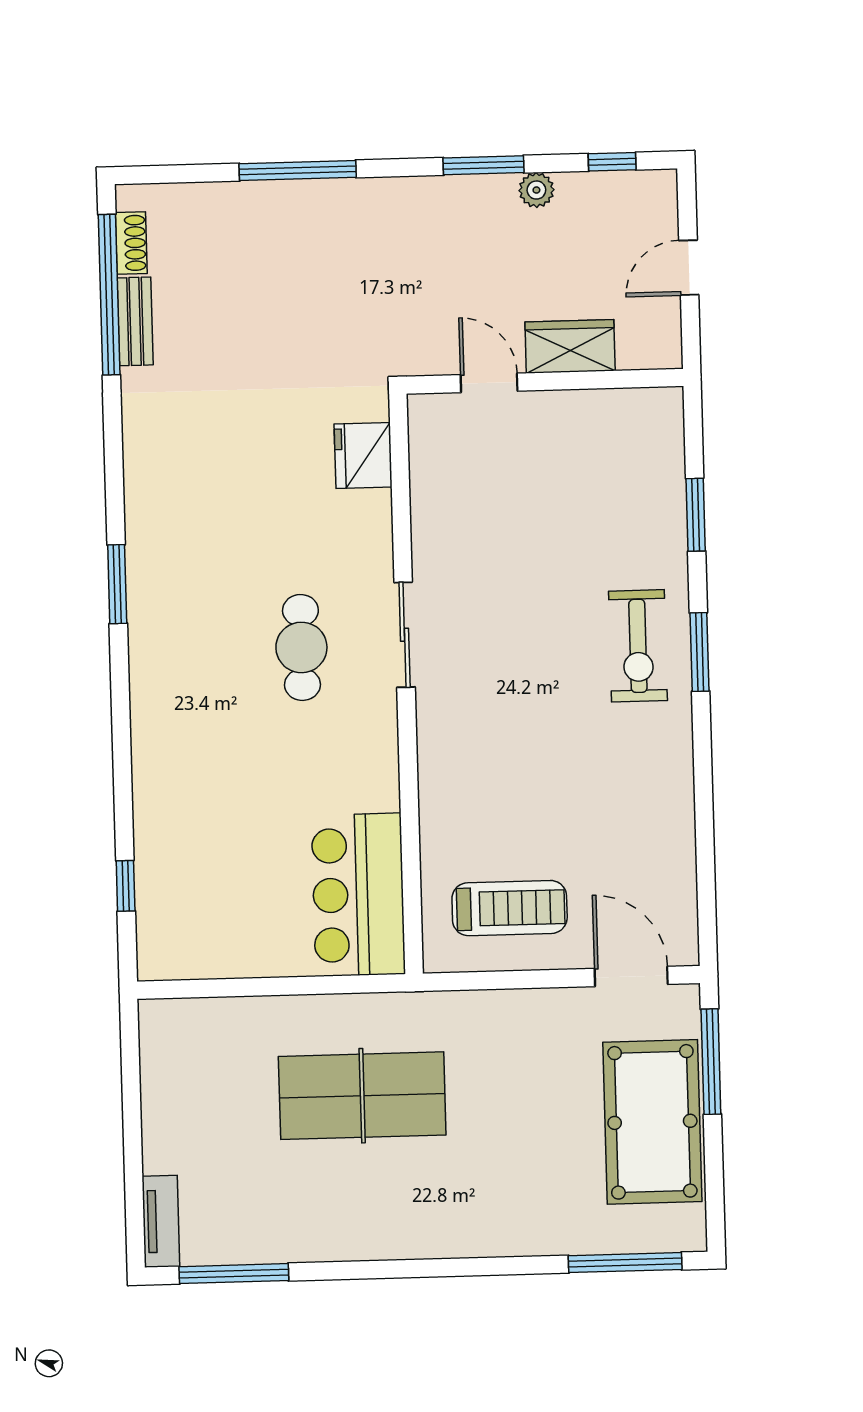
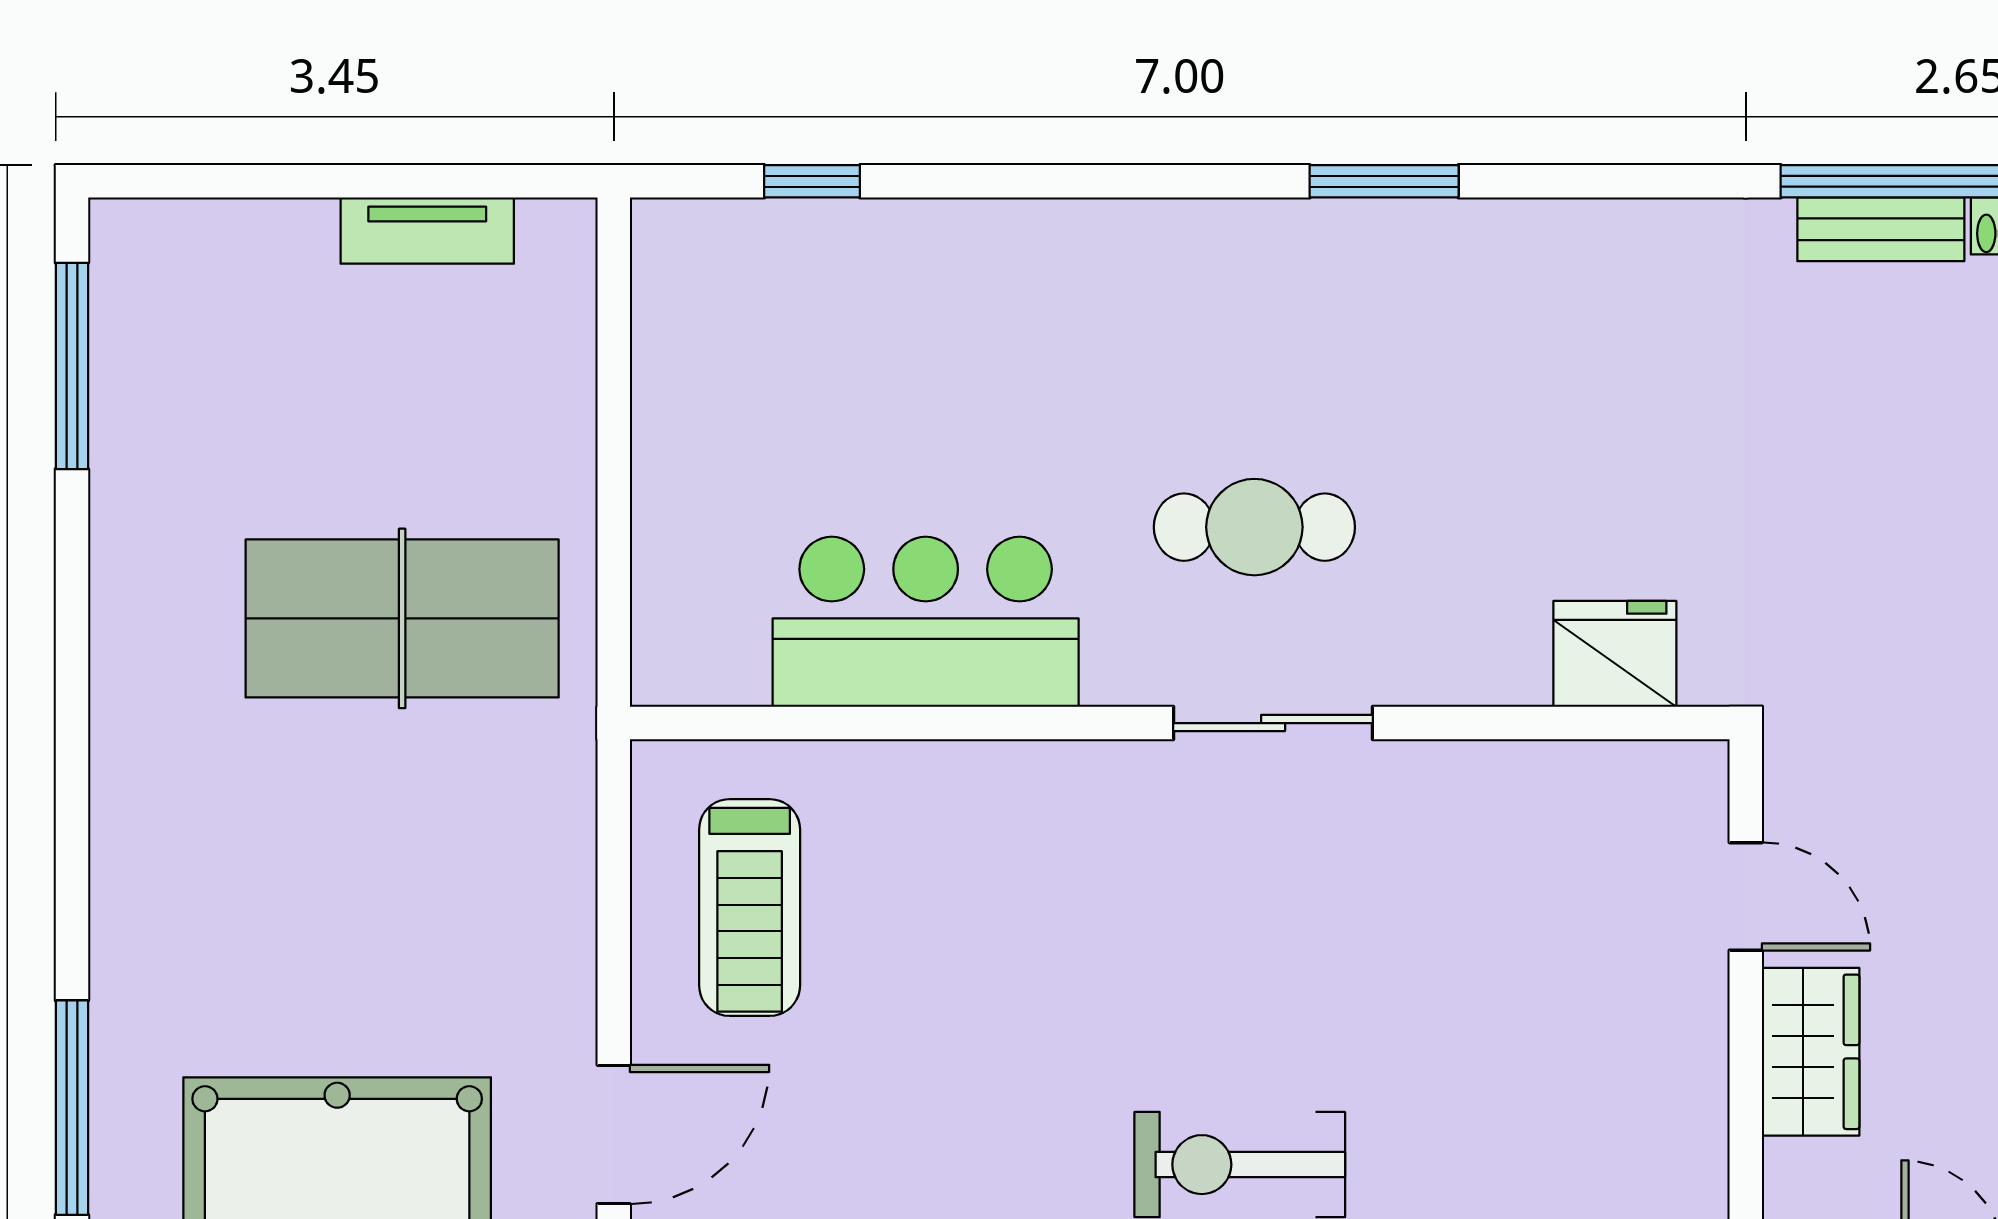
door: (489, 383) -> (1746, 896), hinge flipped
bar counter: (358, 895) -> (926, 622), moved
table tennis table: (362, 1096) -> (402, 618), turned 90
tv unit: (161, 1221) -> (427, 231), moved

